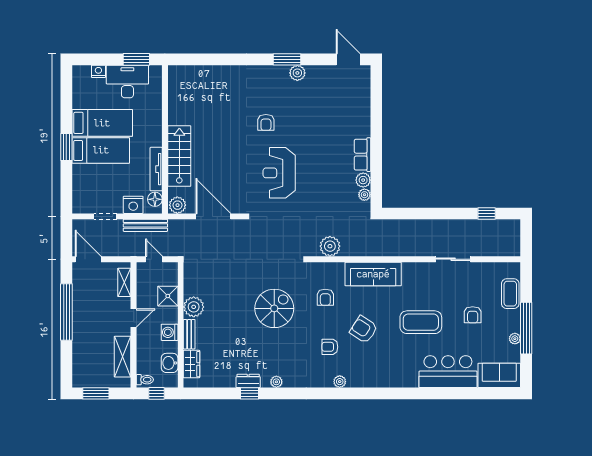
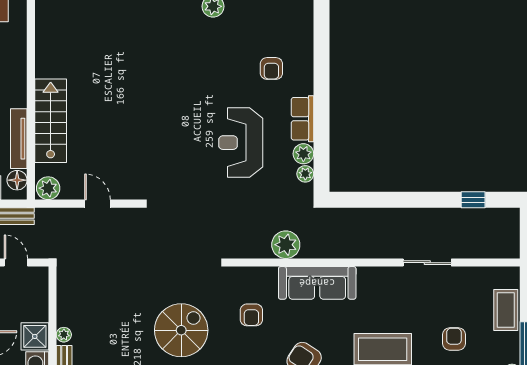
armchair: (266, 122) -> (271, 68), moved
reception desk: (279, 173) -> (241, 143), moved
door: (213, 216) -> (98, 204), width x0.53
plant: (330, 246) -> (286, 245), moved
shower: (168, 296) -> (35, 336), moved
plant: (194, 307) -> (64, 335), width x0.53, depth x0.53
armchair: (473, 315) -> (454, 339), turned 180

